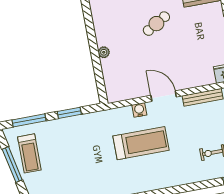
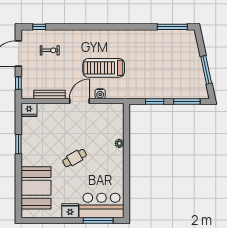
door: (164, 96) -> (79, 101), swing flipped
treadmill: (29, 153) -> (191, 76), removed

